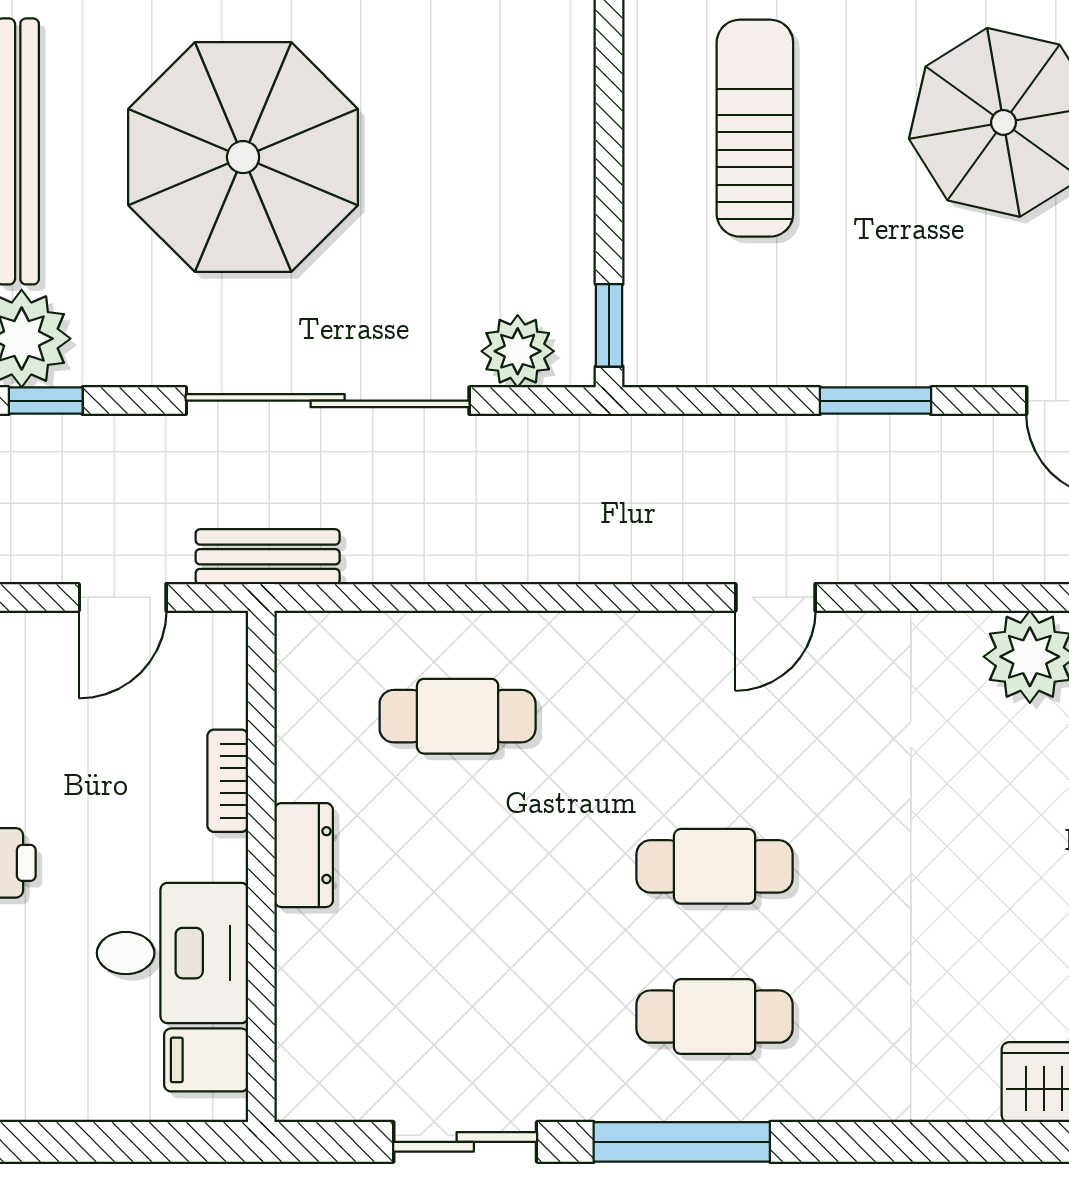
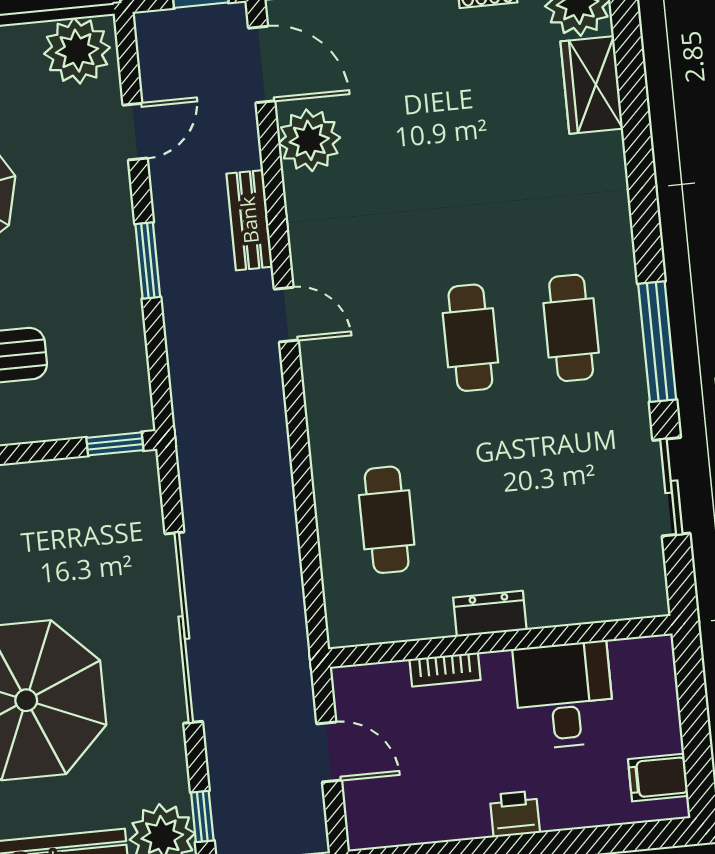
plant: (518, 351) -> (138, 504), removed
bench: (268, 557) -> (249, 220), moved
filing cabinet: (206, 1060) -> (658, 777), moved, turned 90

